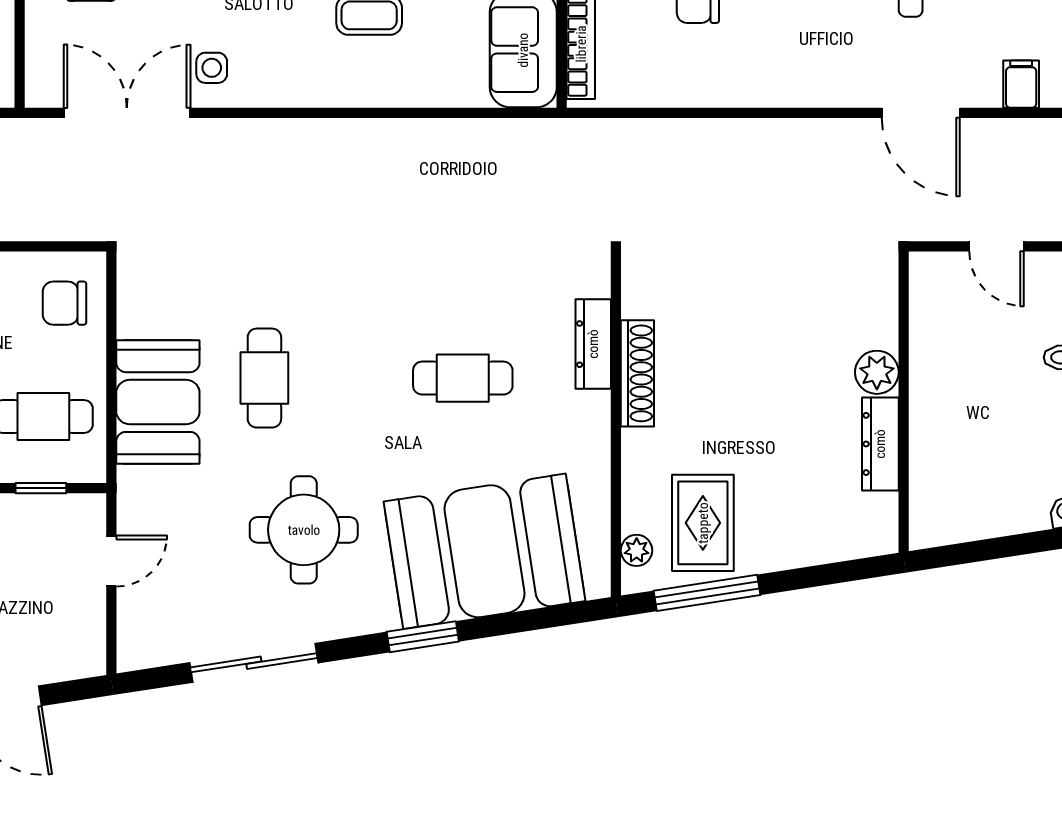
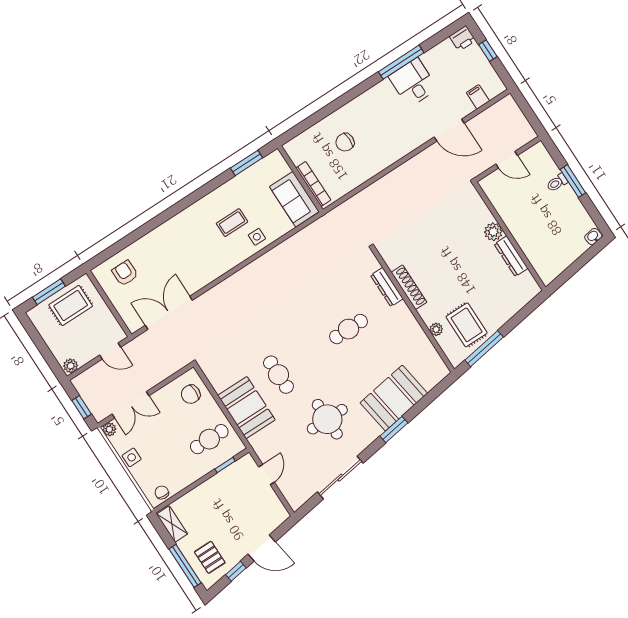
side table: (212, 68) -> (257, 237), moved
plant: (637, 550) -> (436, 329), moved
booth: (485, 551) -> (394, 398), width x0.73, depth x0.70

